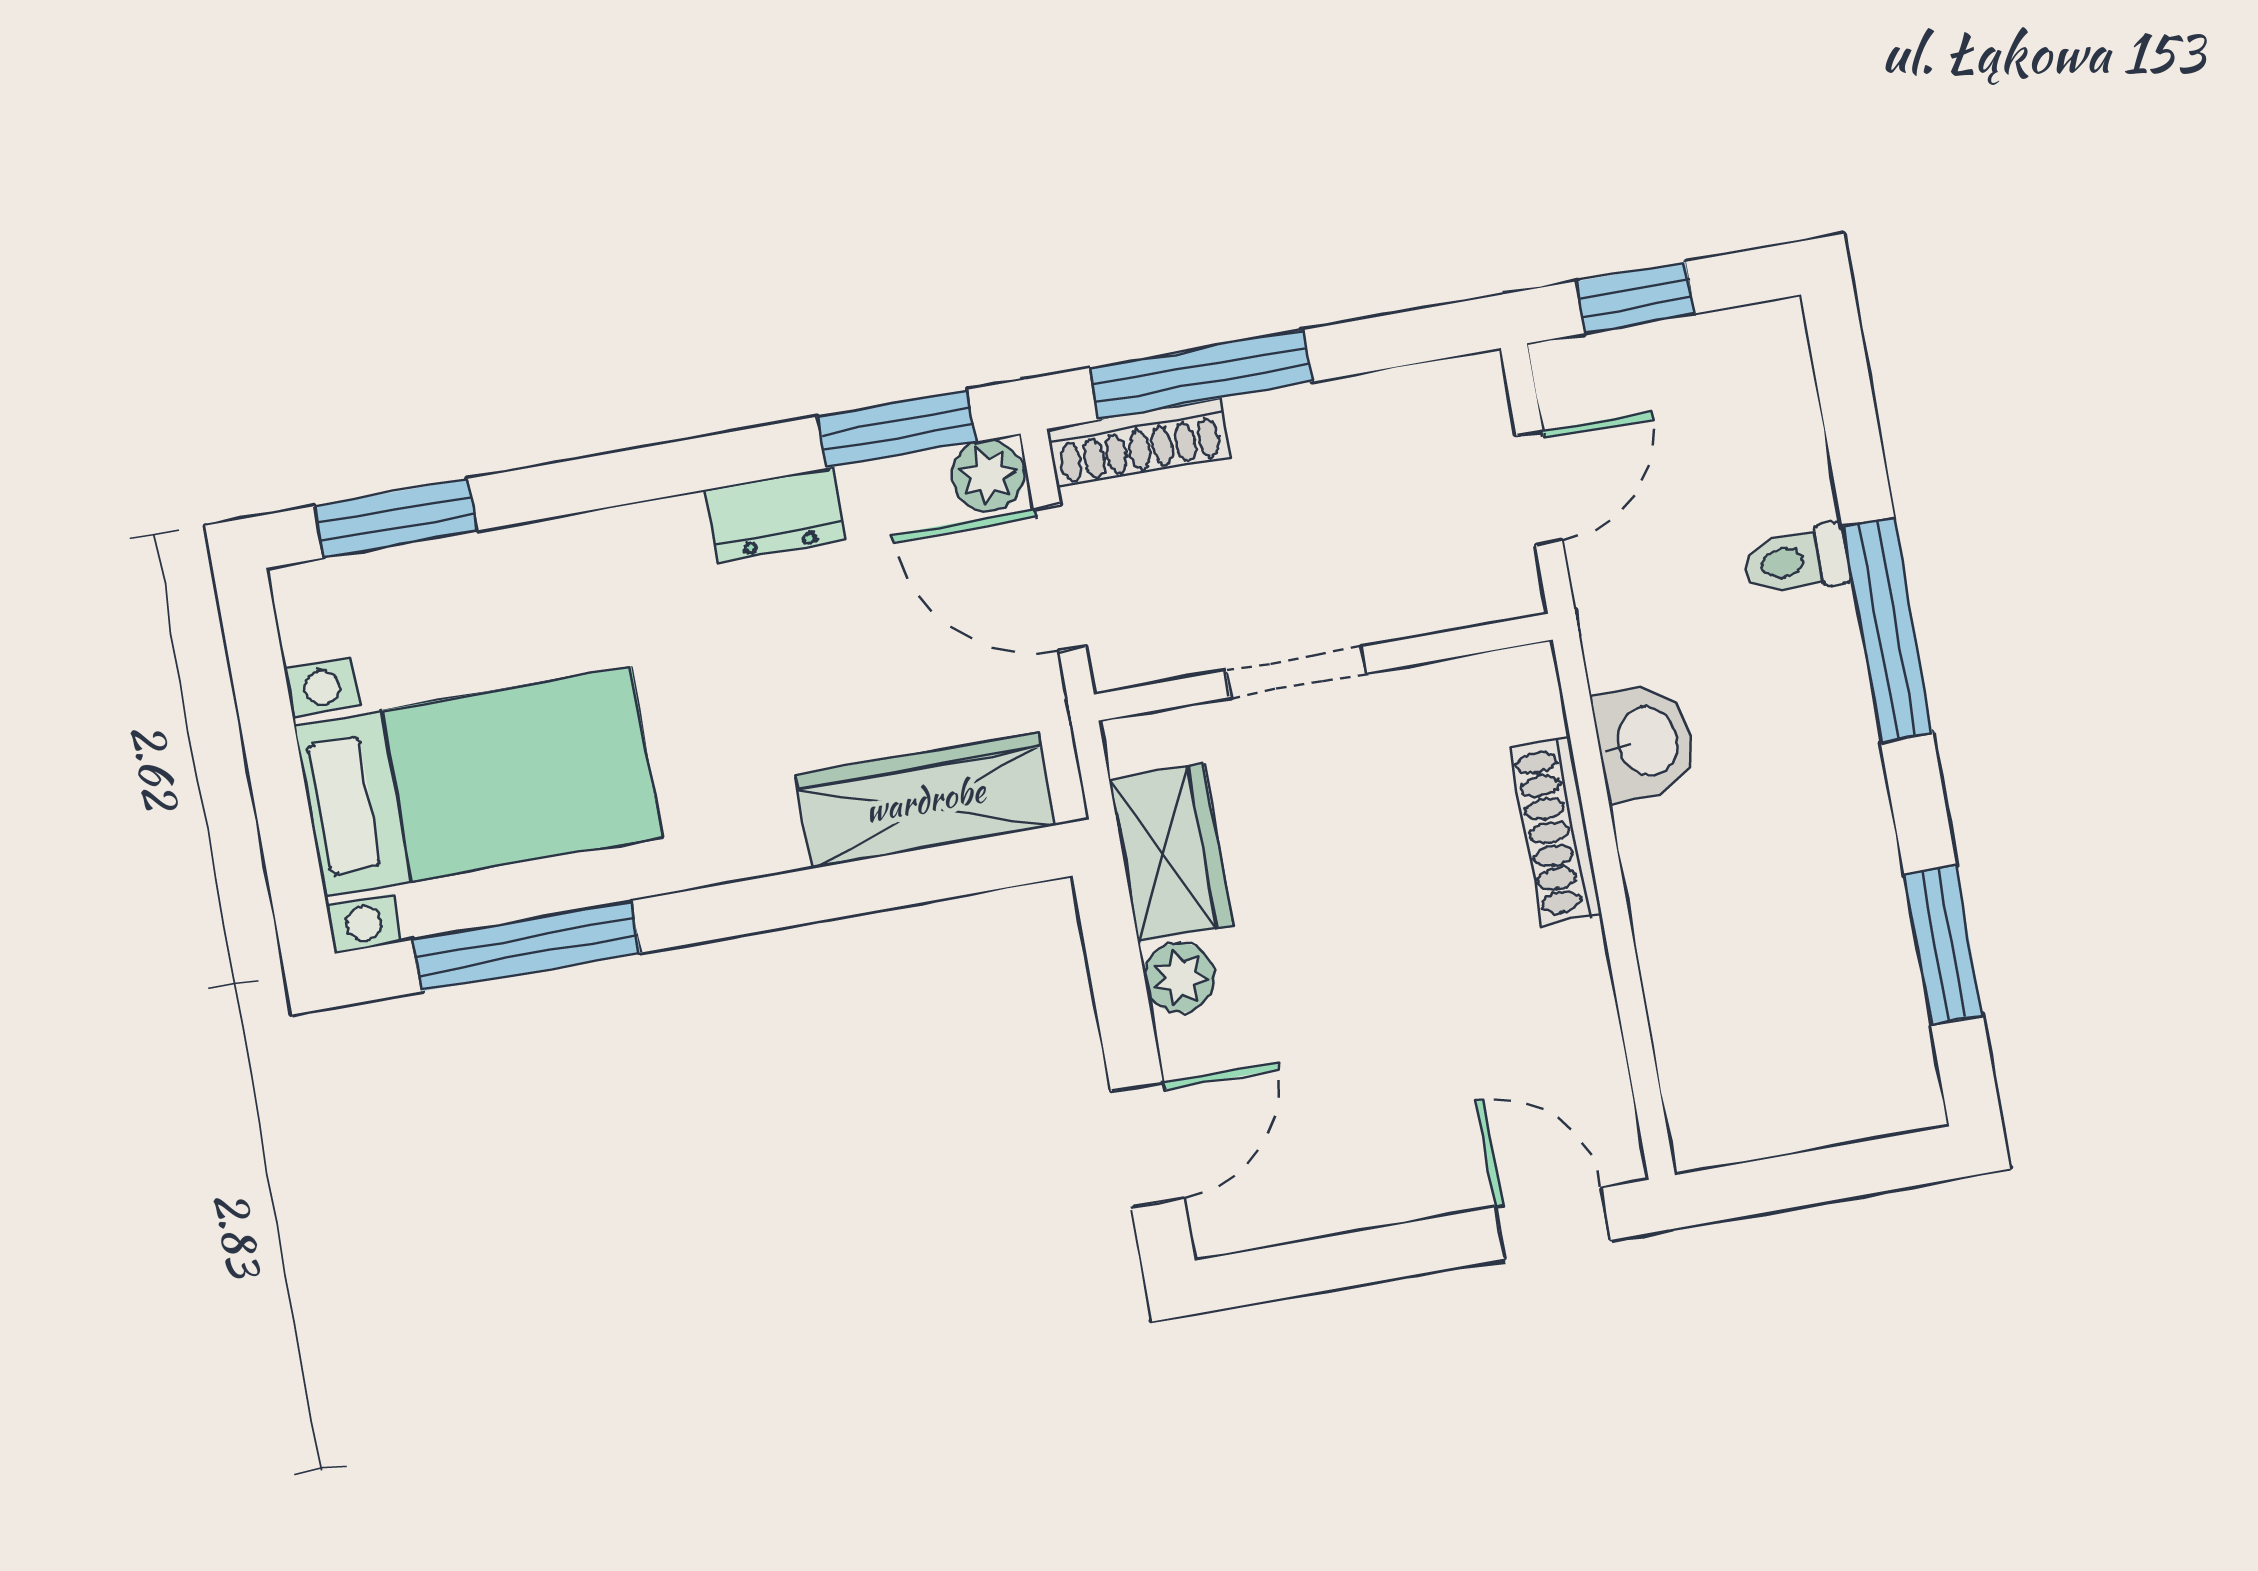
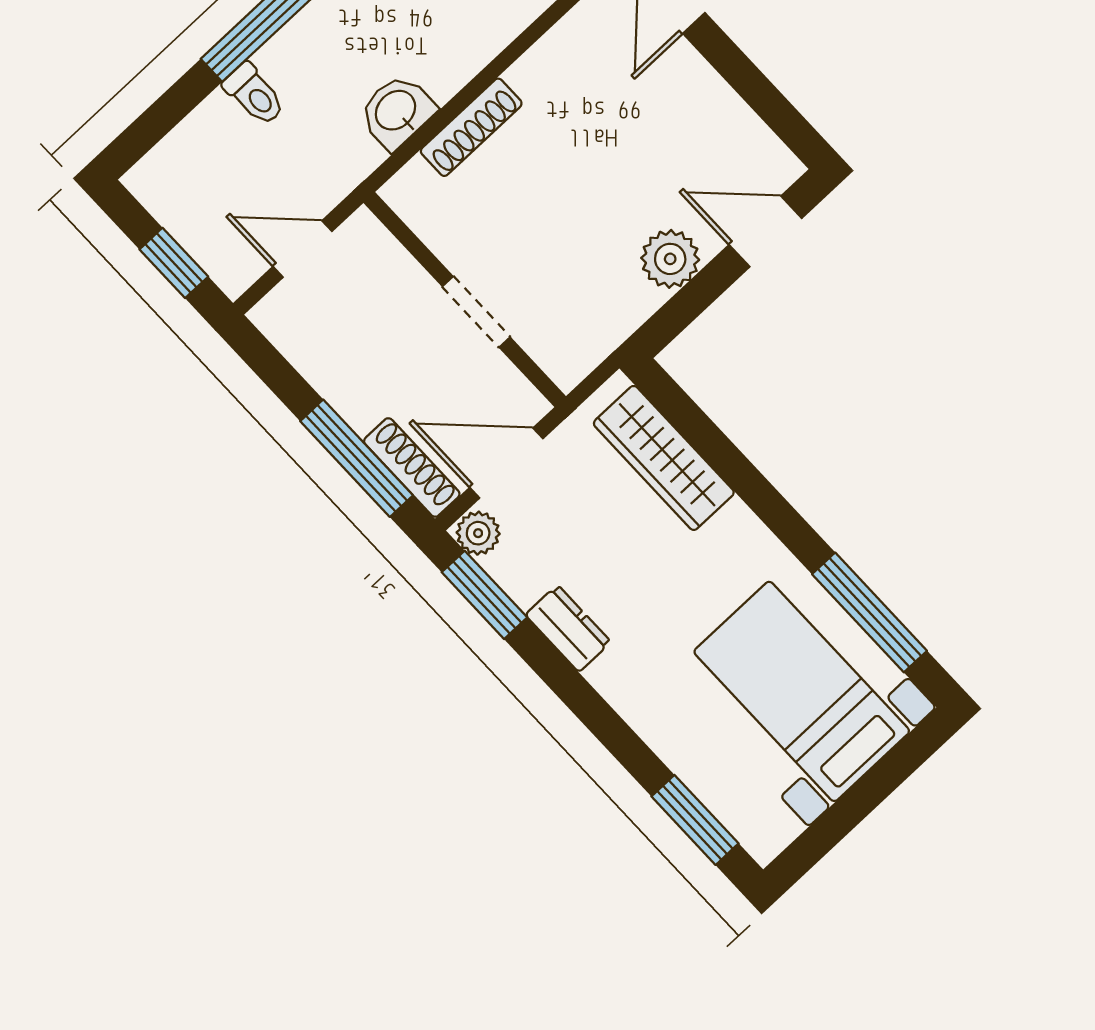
door: (1060, 578) -> (506, 463), swing flipped
wardrobe: (1171, 853) -> (609, 316), removed
plant: (1180, 978) -> (670, 259), width x1.38, depth x1.38

